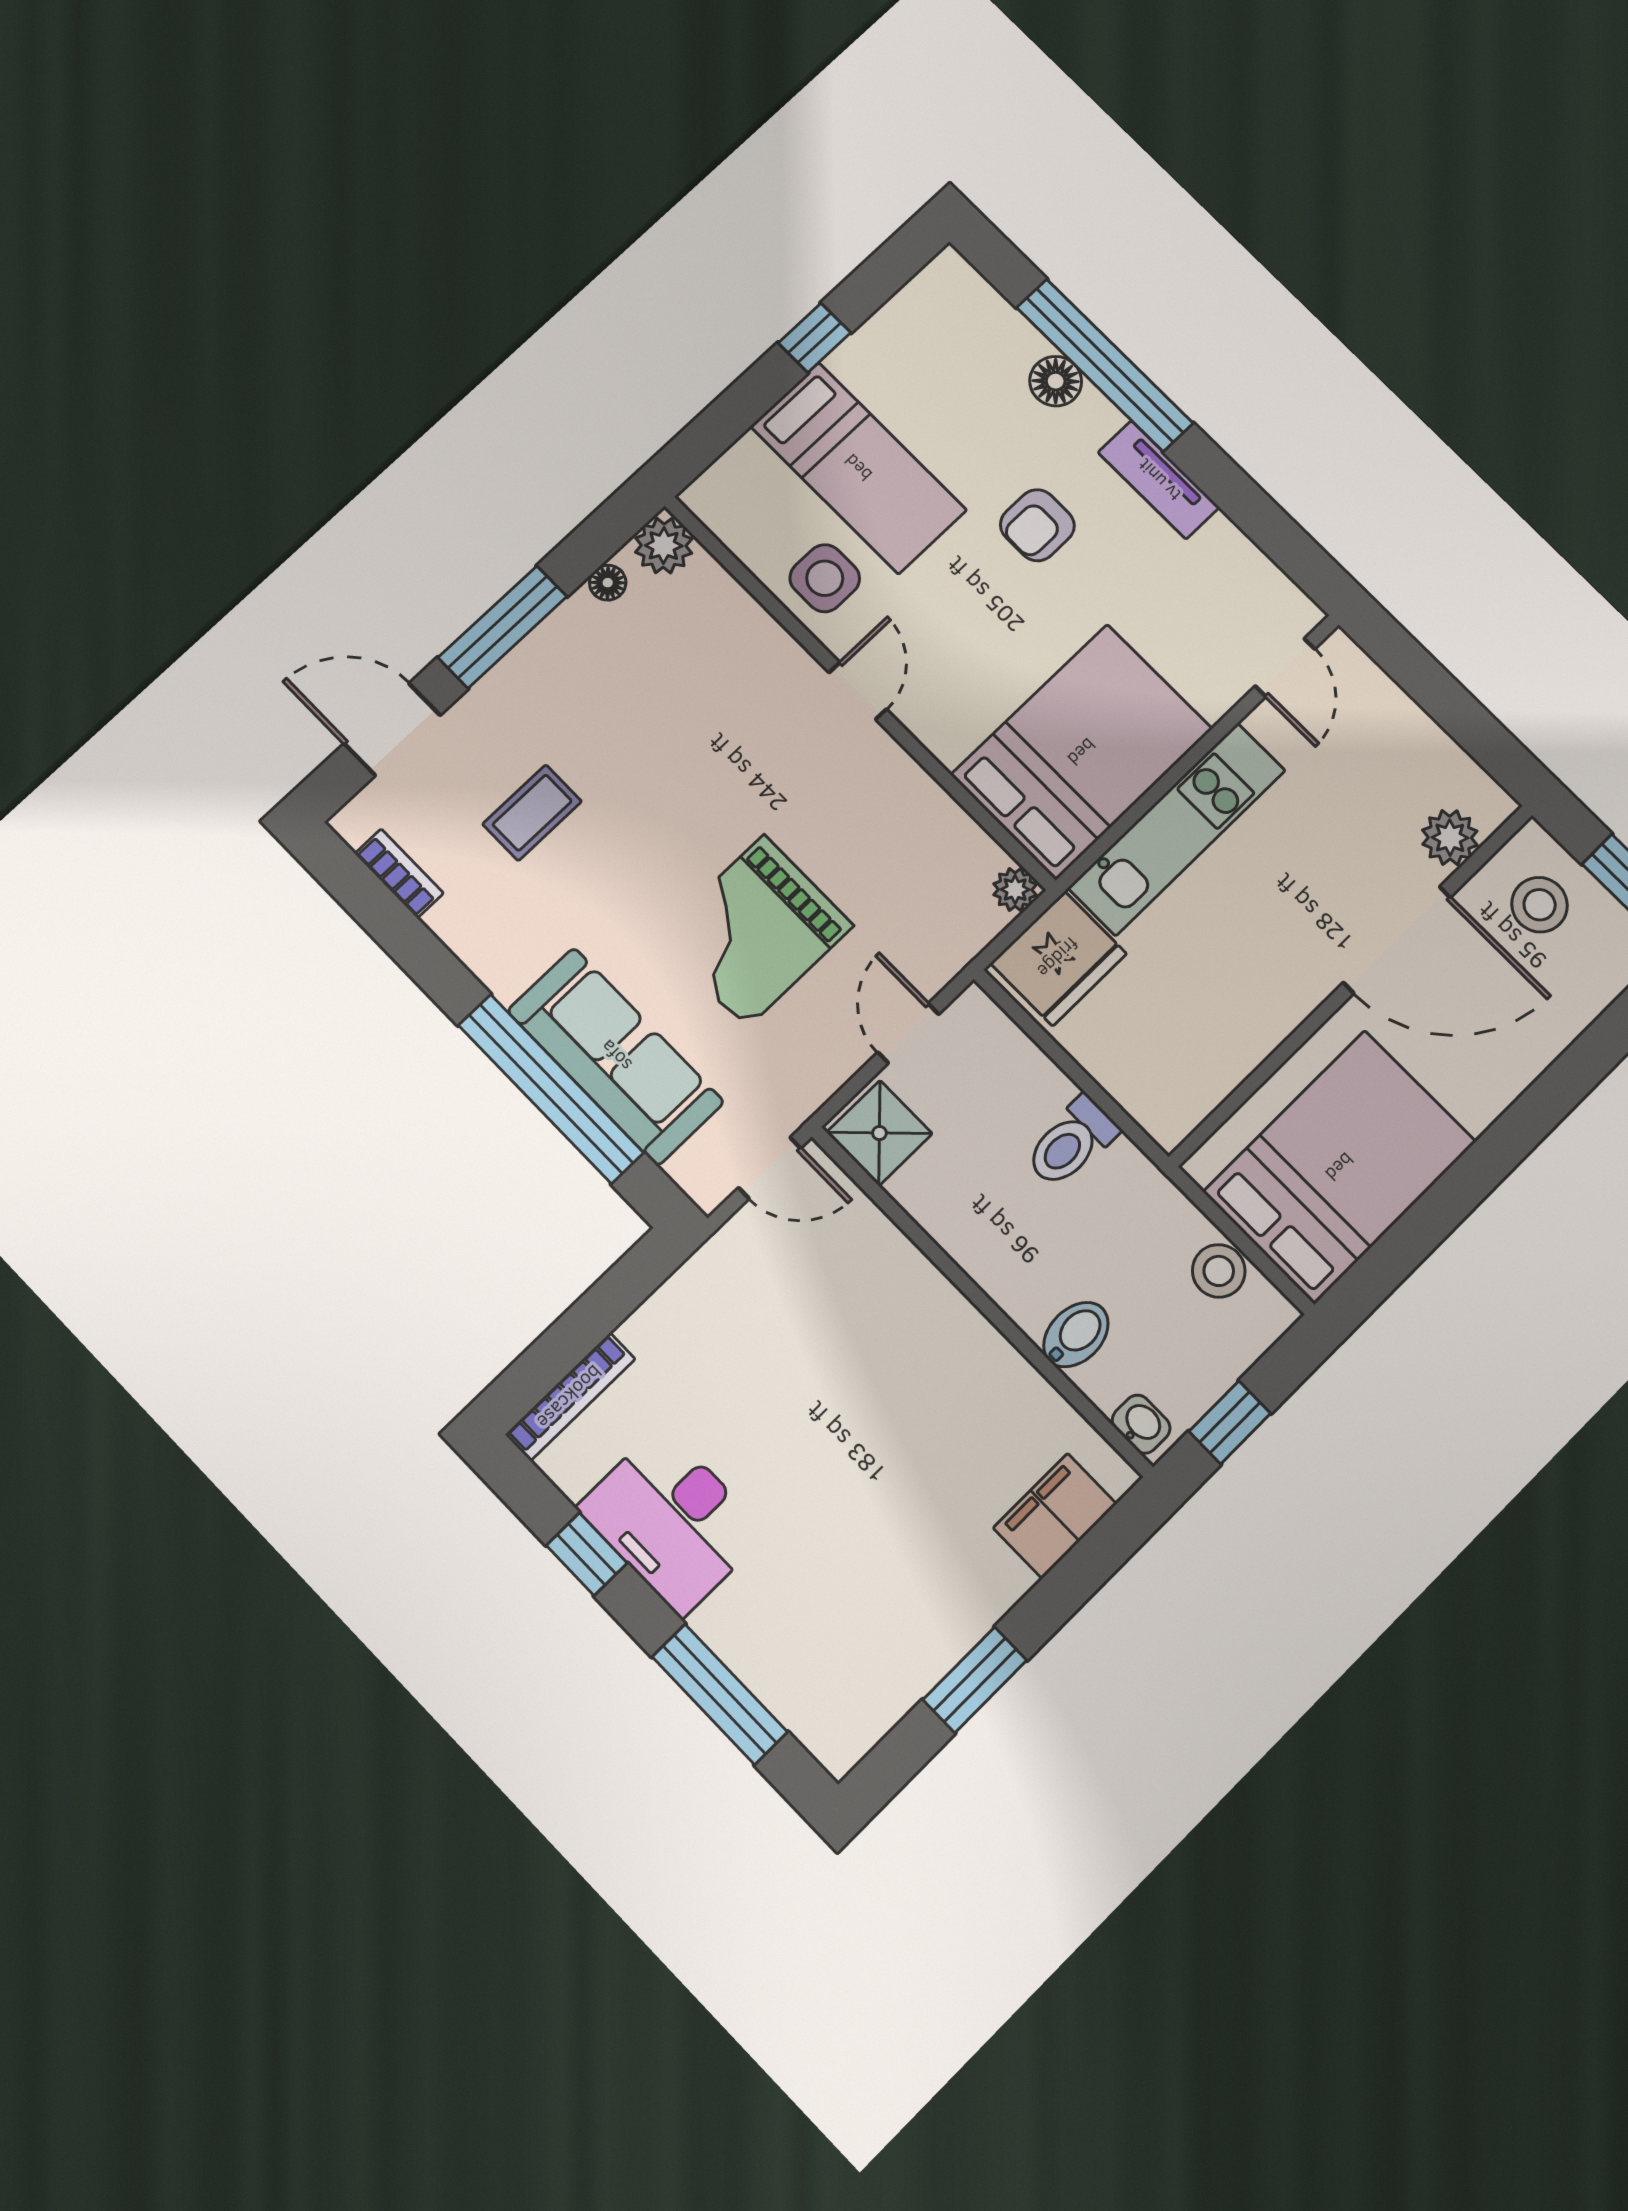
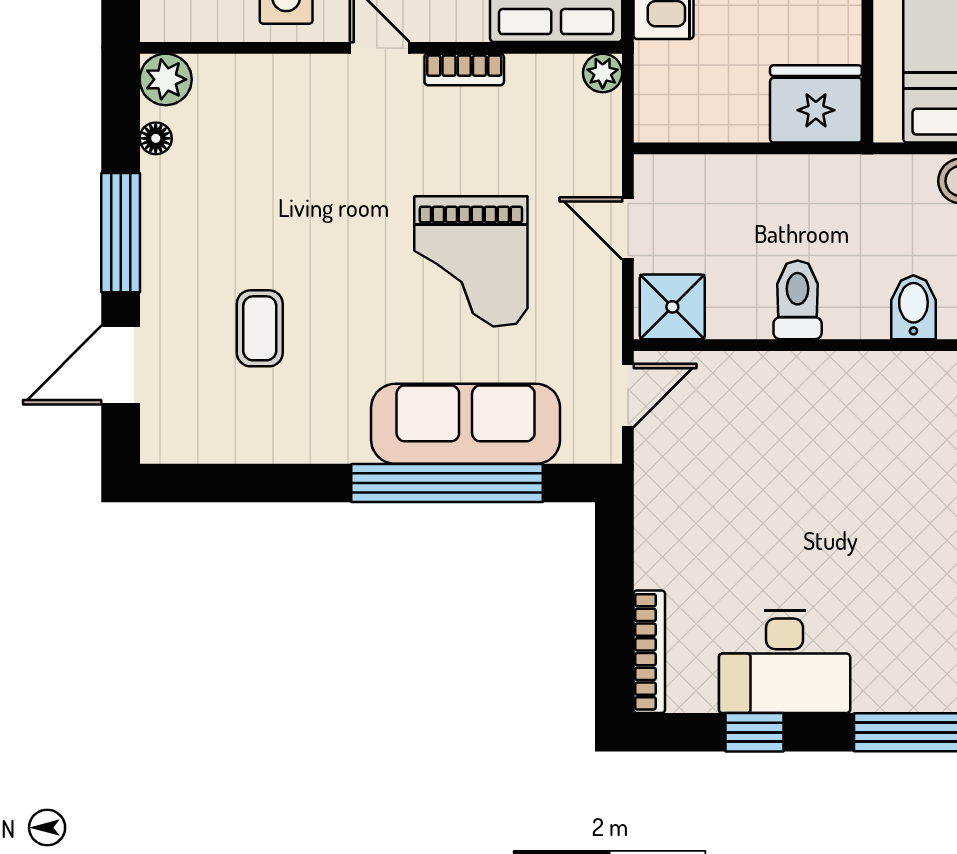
bookcase: (399, 873) -> (464, 69), moved, turned 180
fridge: (1058, 958) -> (816, 104), moved, turned -90
toilet: (1071, 1142) -> (798, 300), moved, turned 180

